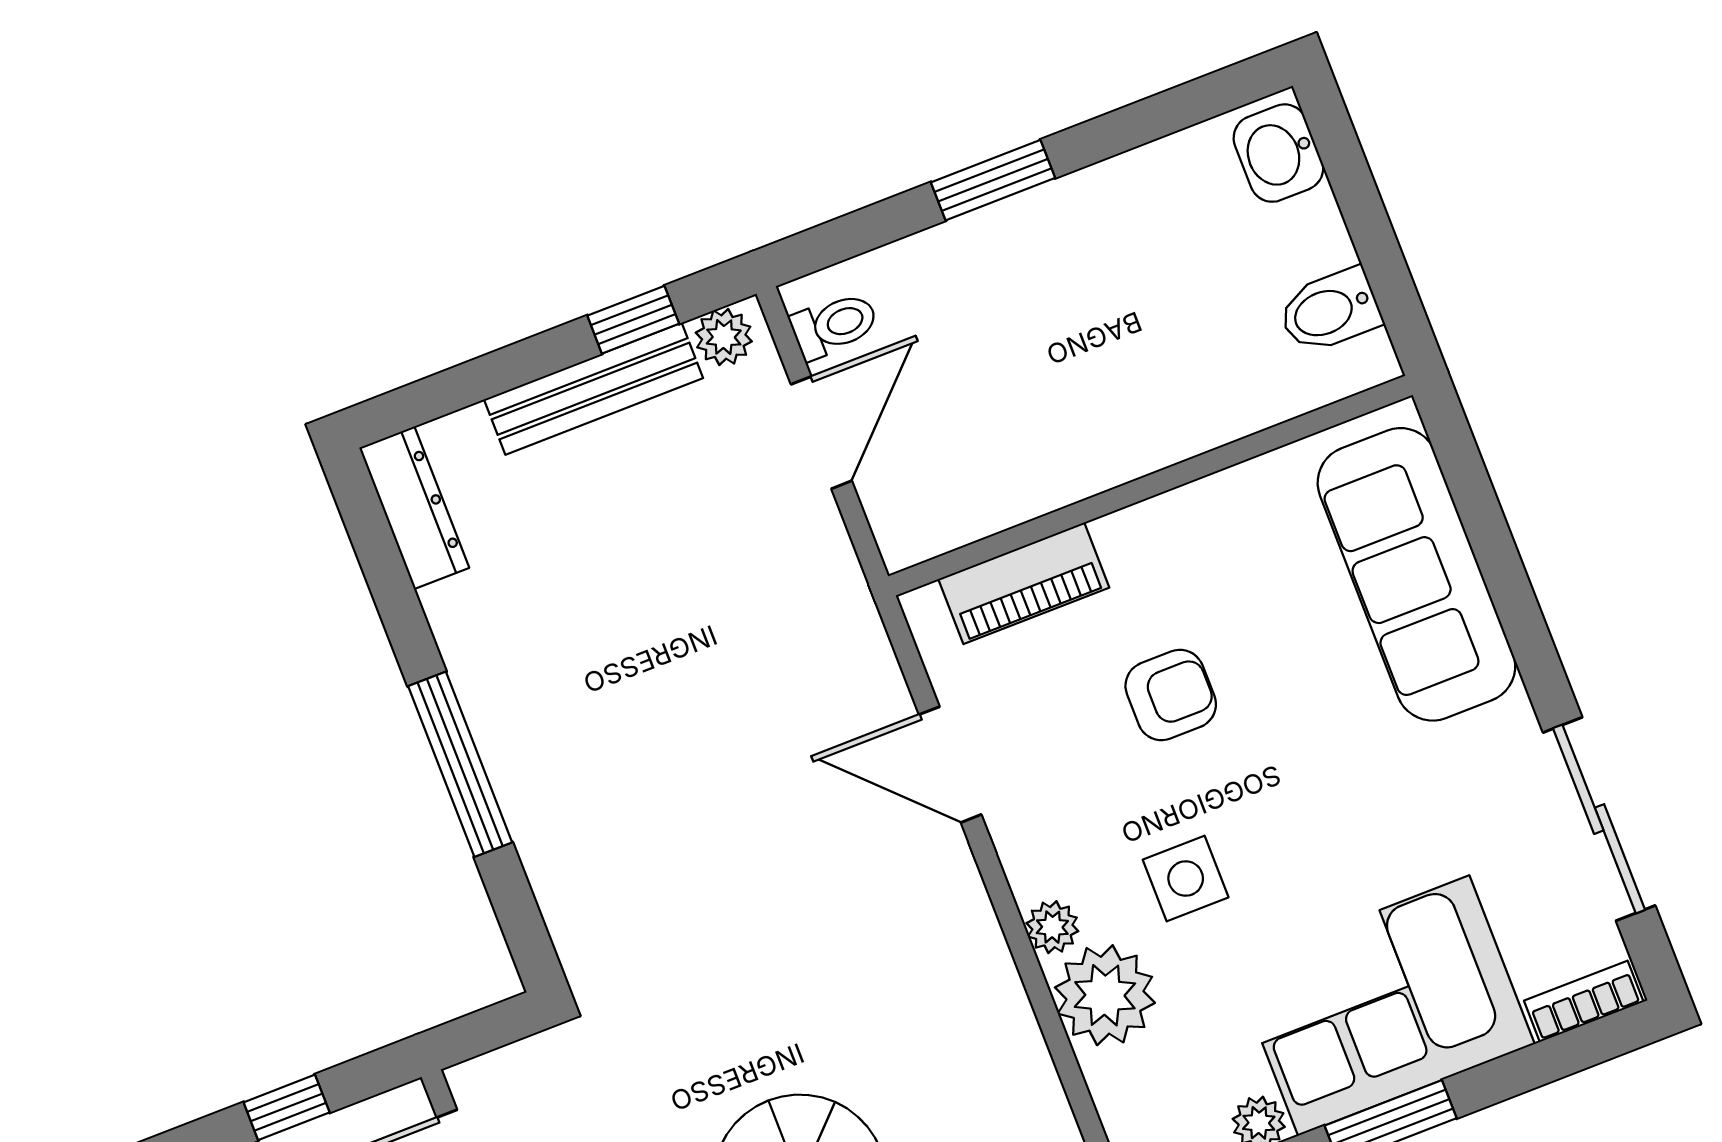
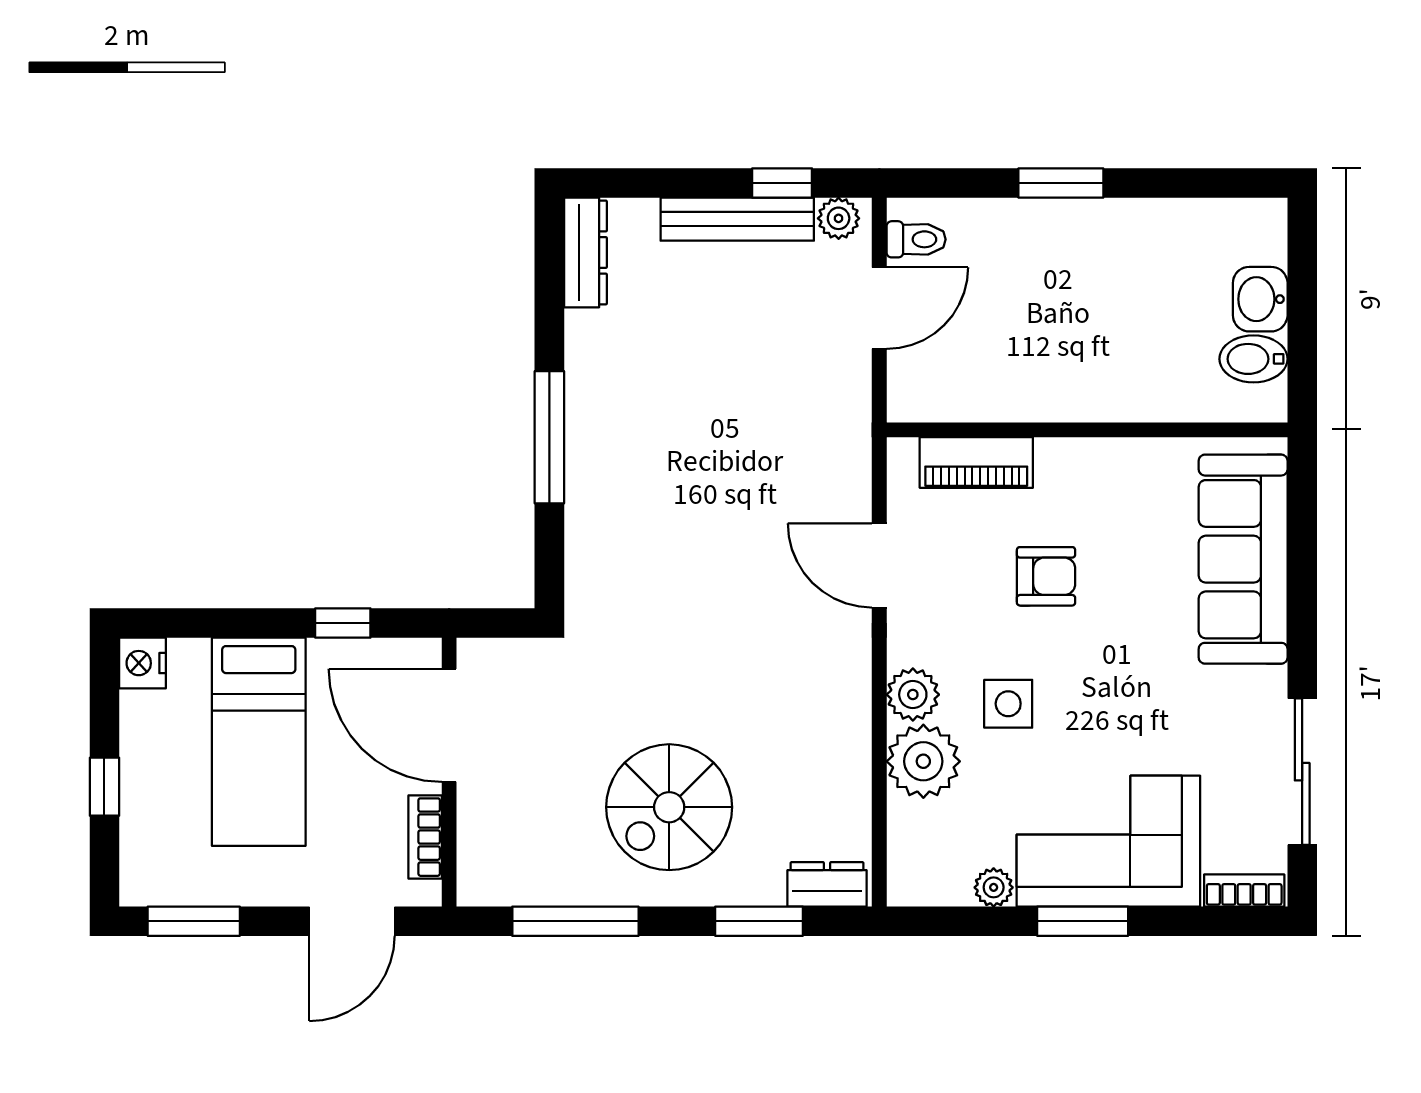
washbasin: (1278, 153) -> (1260, 299), moved
plant: (1052, 927) -> (913, 695), width x1.38, depth x1.38

